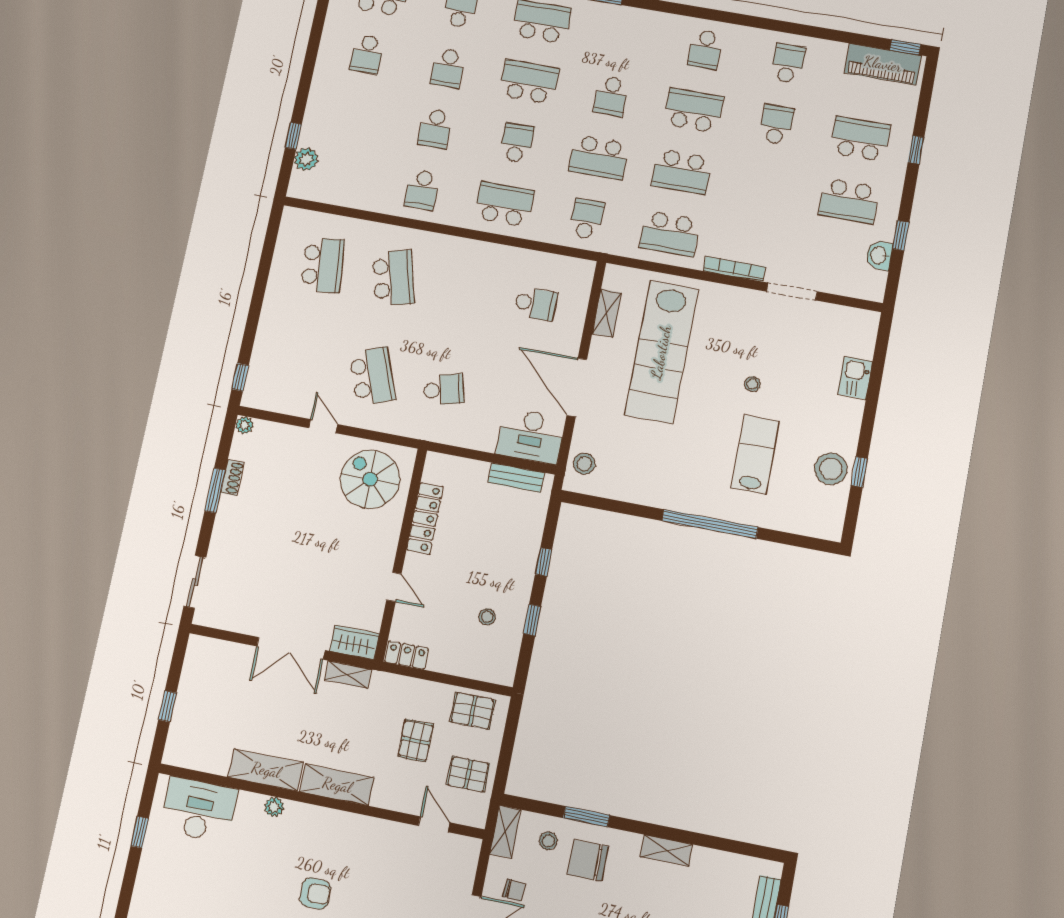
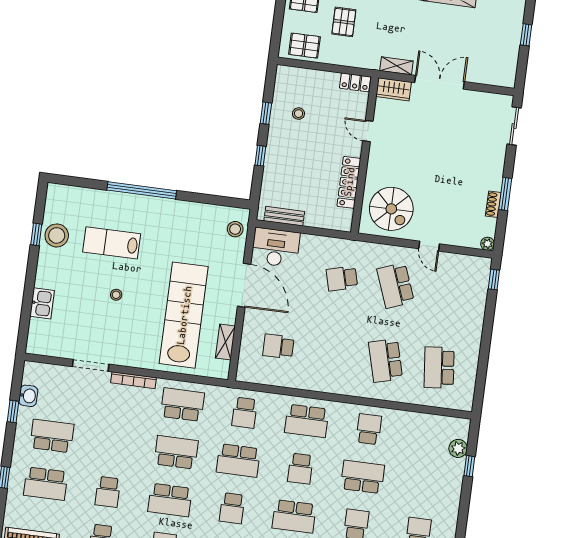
school desk: (611, 96) -> (232, 508), turned 180
school desk: (435, 129) -> (363, 477), width x1.85
school desk: (599, 157) -> (238, 460), turned 180
lab bench: (755, 455) -> (112, 243), turned 90

